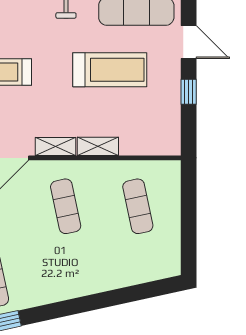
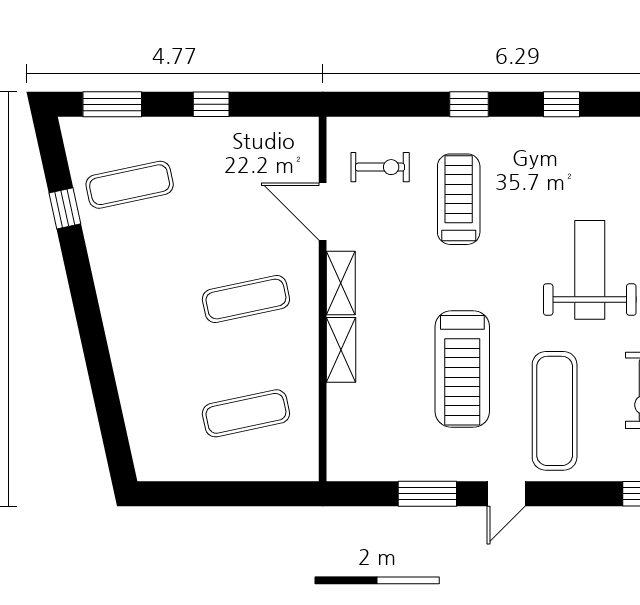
door: (189, 42) -> (506, 494), width x0.73
window: (189, 92) -> (427, 494), width x1.50

